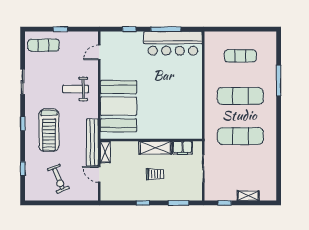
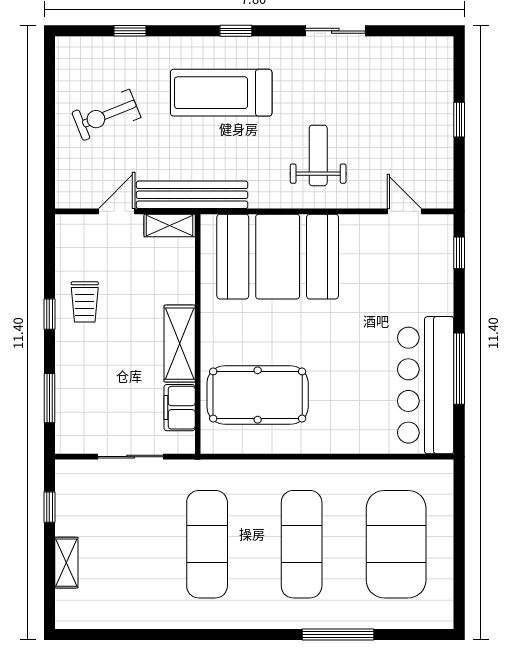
window: (129, 29) -> (459, 253), moved
exercise mat: (43, 45) -> (422, 80), removed
exercise mat: (240, 56) -> (396, 544), width x2.00, depth x1.45
pool table: (177, 115) -> (258, 395), added
trolley: (155, 174) -> (85, 302), moved

